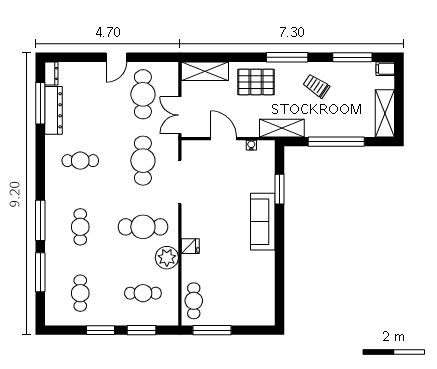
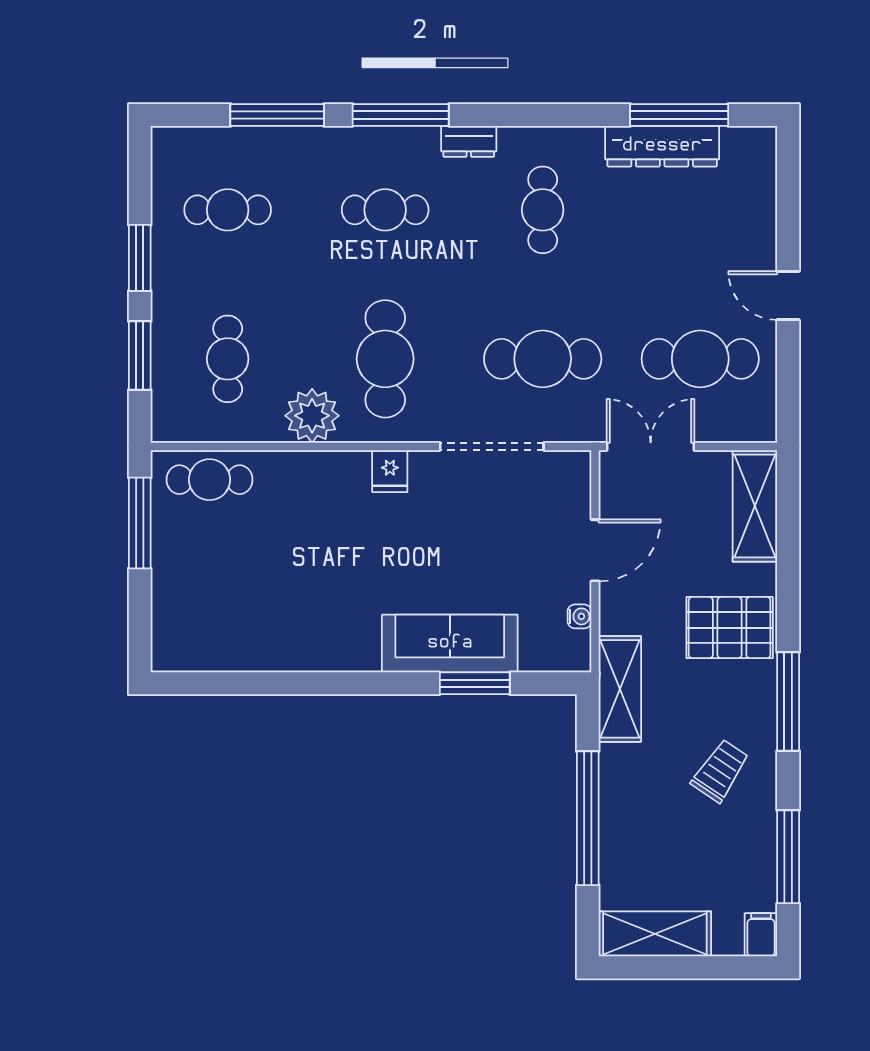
dresser: (51, 73) -> (469, 141), moved
pallet: (256, 82) -> (730, 628), turned 90
sofa: (263, 222) -> (450, 643), moved
fridge: (190, 246) -> (390, 471), moved

